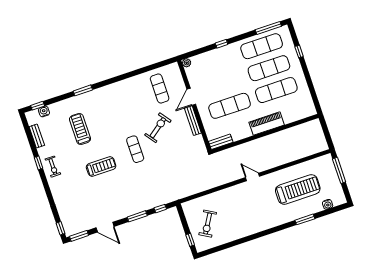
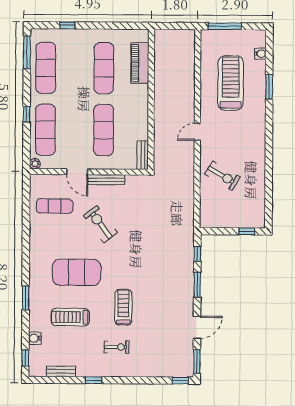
exercise mat: (269, 68) -> (45, 130), moved
water cooler: (44, 111) -> (35, 338), moved
piano: (267, 124) -> (140, 63), moved
exercise mat: (135, 149) -> (77, 272), moved, width x2.00, depth x1.45
exercise bike: (53, 167) -> (117, 347), moved
exercise bike: (208, 224) -> (222, 176), moved

